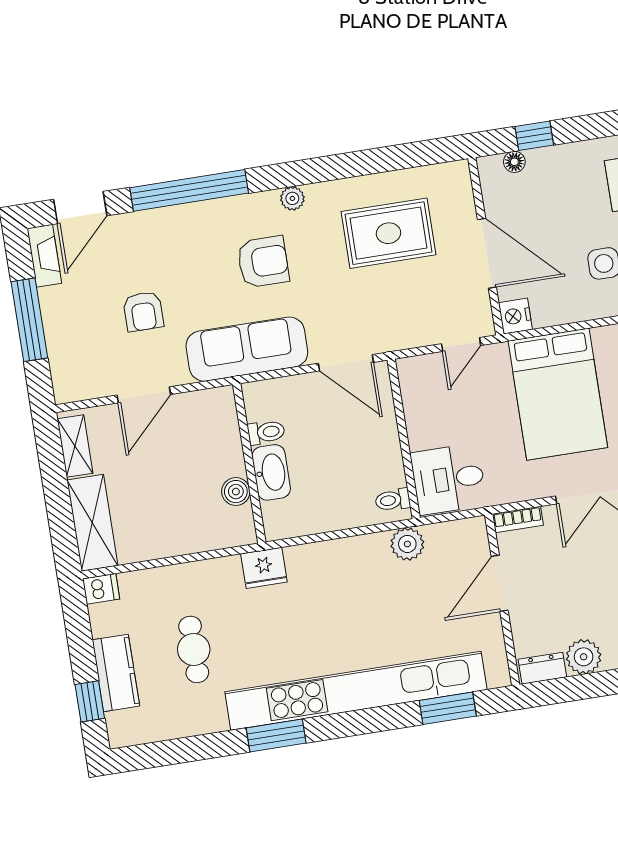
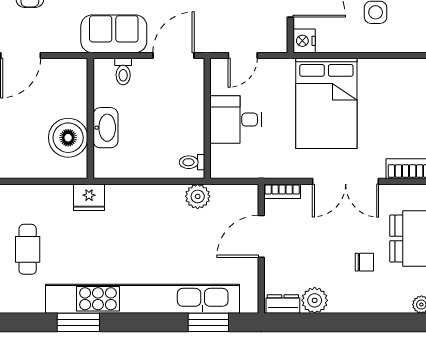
door: (461, 345) -> (243, 55), moved
sofa: (247, 349) -> (114, 34), width x0.73
door: (346, 363) -> (173, 55), swing flipped
toilet: (266, 432) -> (123, 72), moved, turned 90
desk: (449, 479) -> (236, 120), moved
boiler: (236, 492) -> (68, 138), width x1.86, depth x1.86

